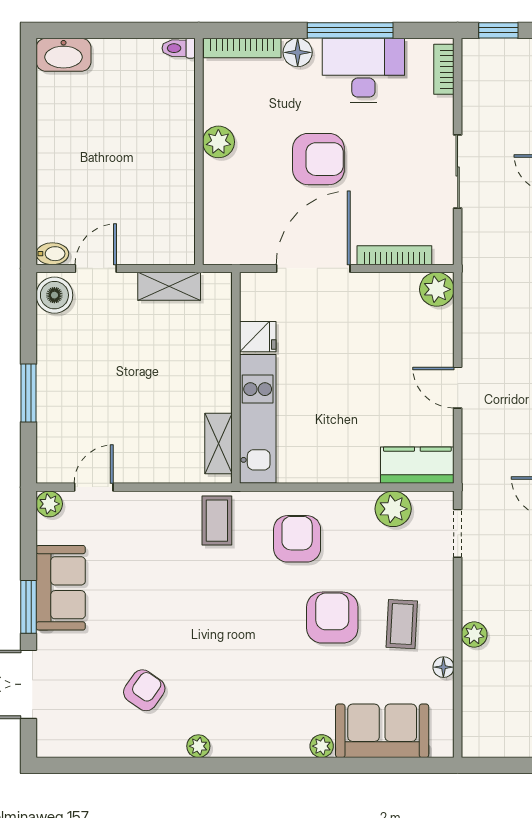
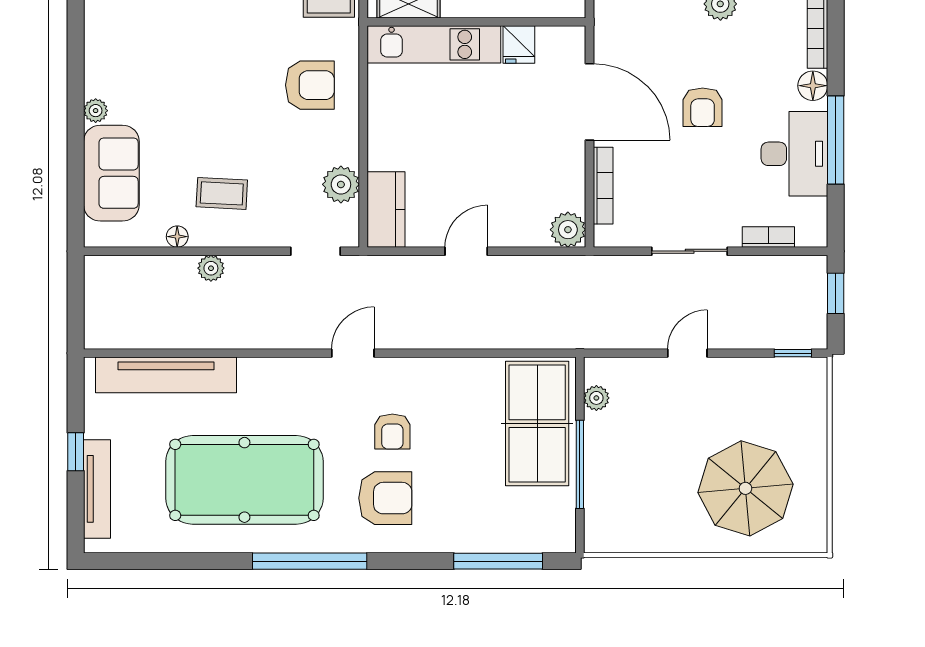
bookcase: (444, 69) -> (768, 237), moved
armchair: (318, 159) -> (703, 107), width x0.72, depth x0.72
armchair: (332, 618) -> (228, 122), removed

